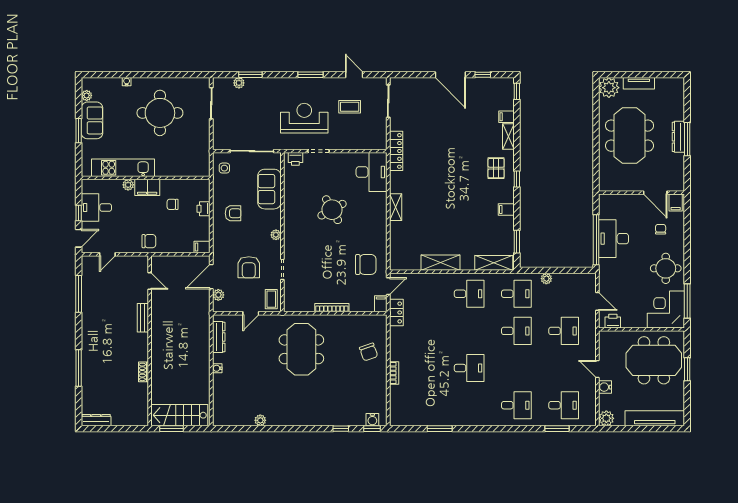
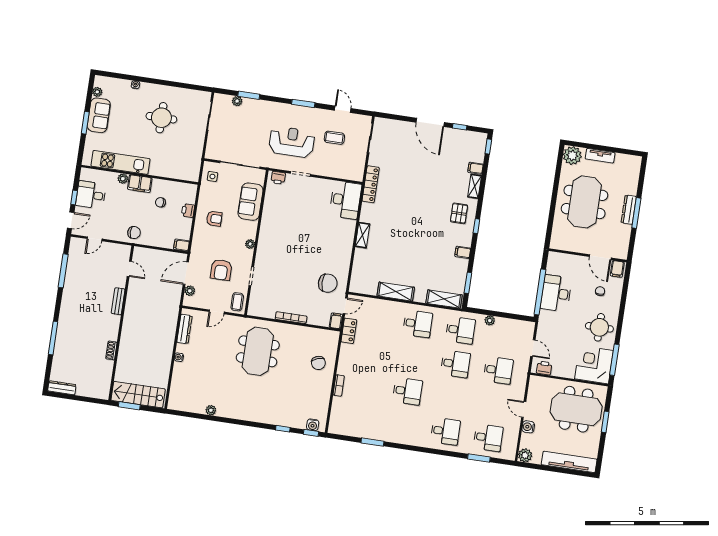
round table: (160, 113) -> (161, 118), width x0.73, depth x0.73
round table: (332, 210) -> (304, 229), removed

